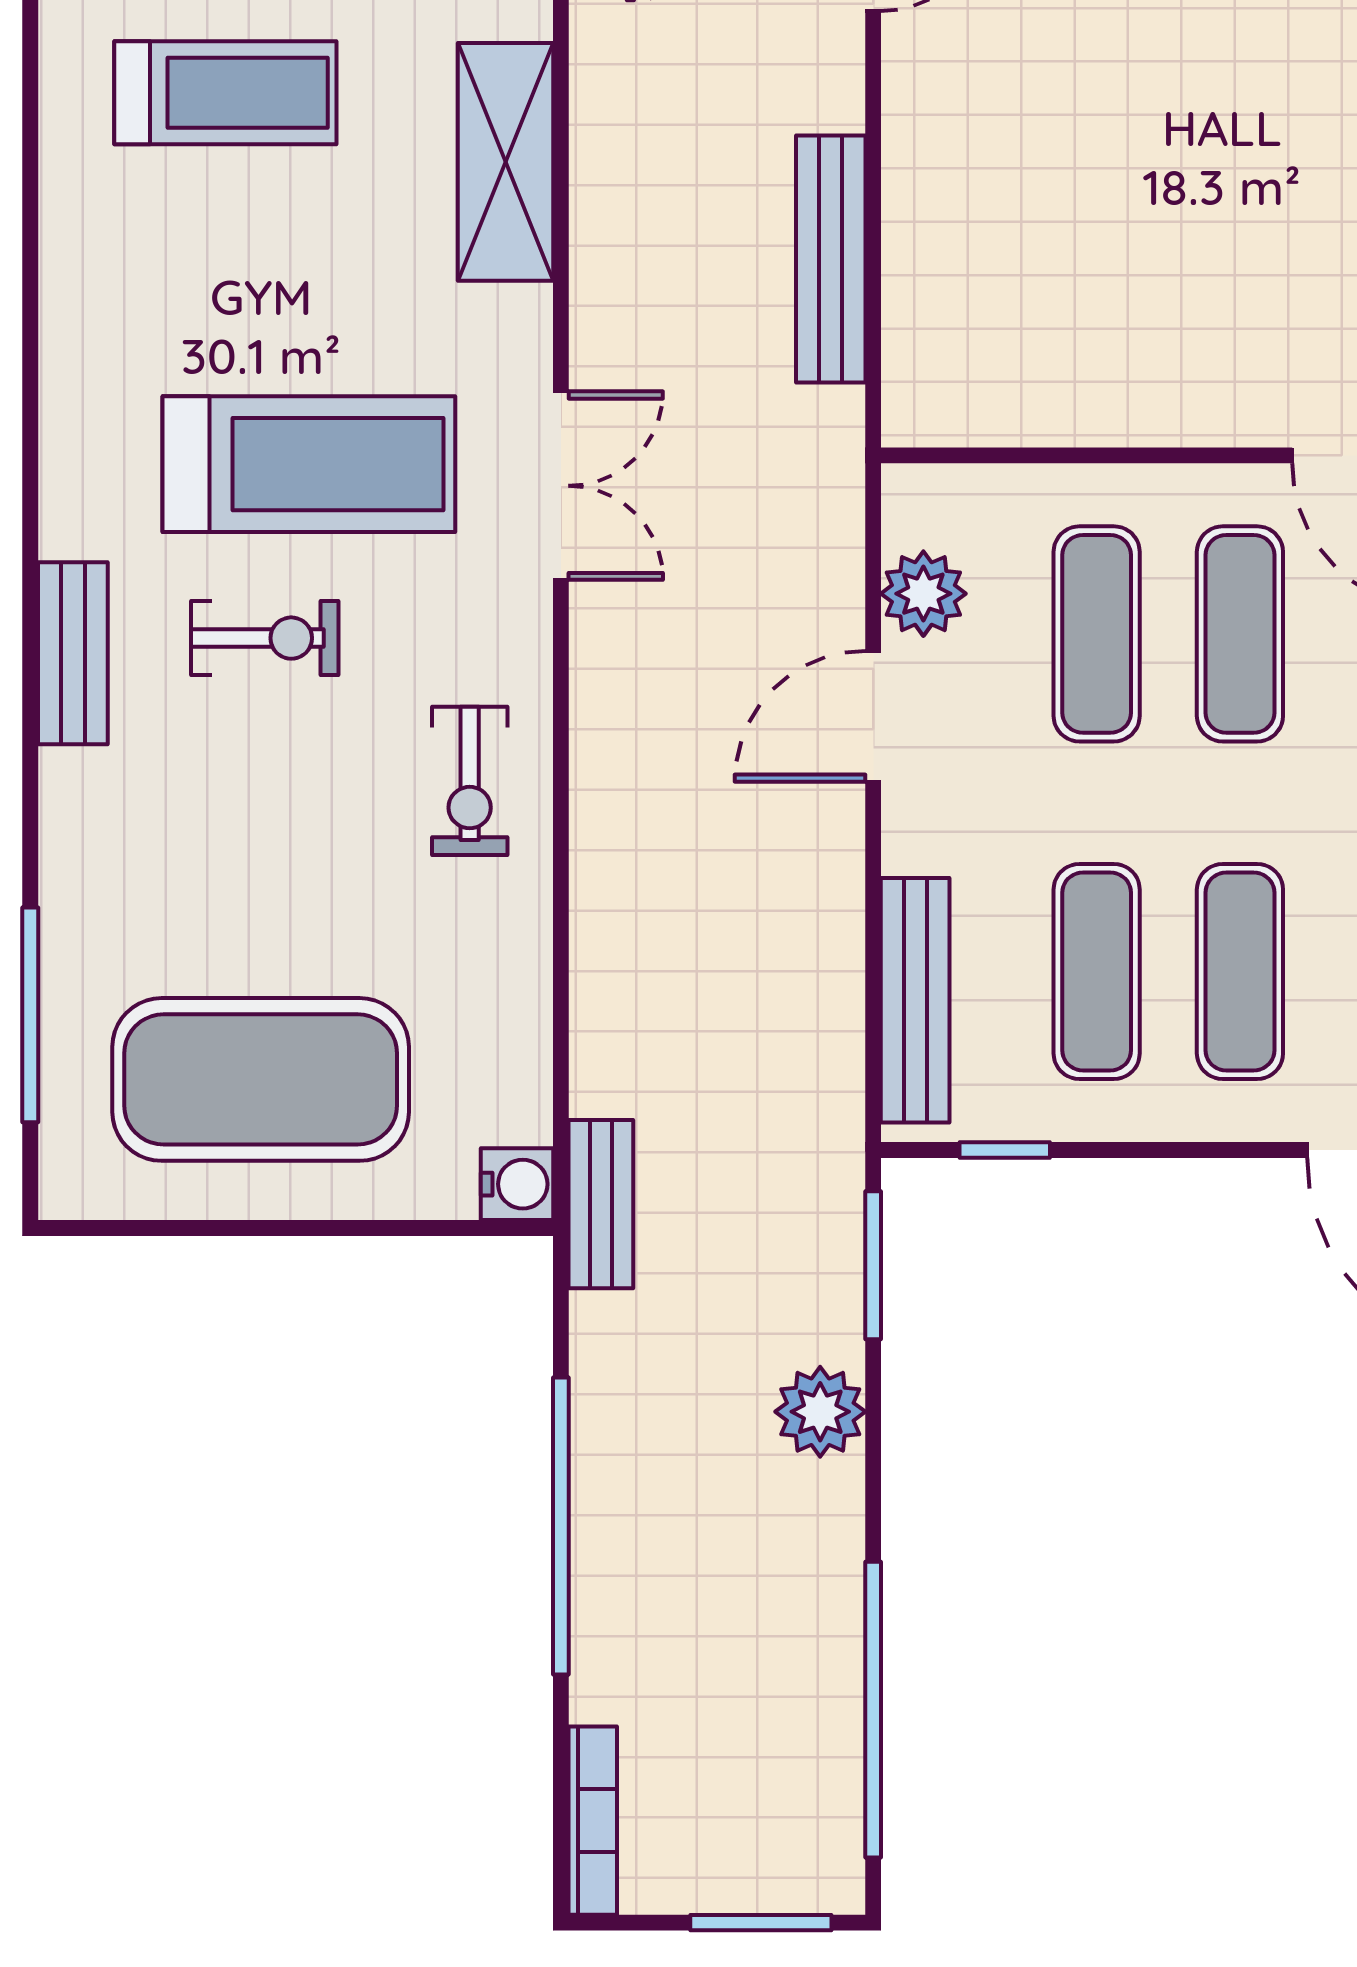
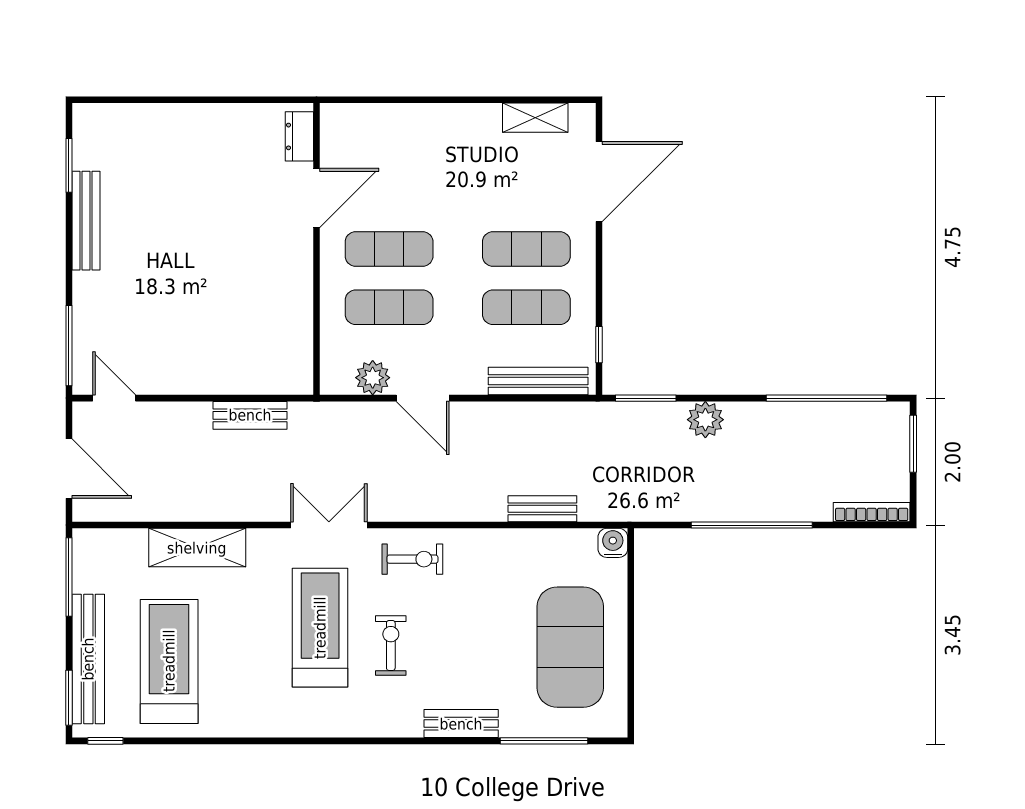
treadmill: (225, 93) -> (169, 661), width x1.37, depth x1.38
bench: (831, 259) -> (250, 415), width x0.73
bench: (73, 653) -> (461, 724), moved
exercise bike: (470, 781) -> (412, 559), moved
bench: (601, 1204) -> (542, 509), moved

